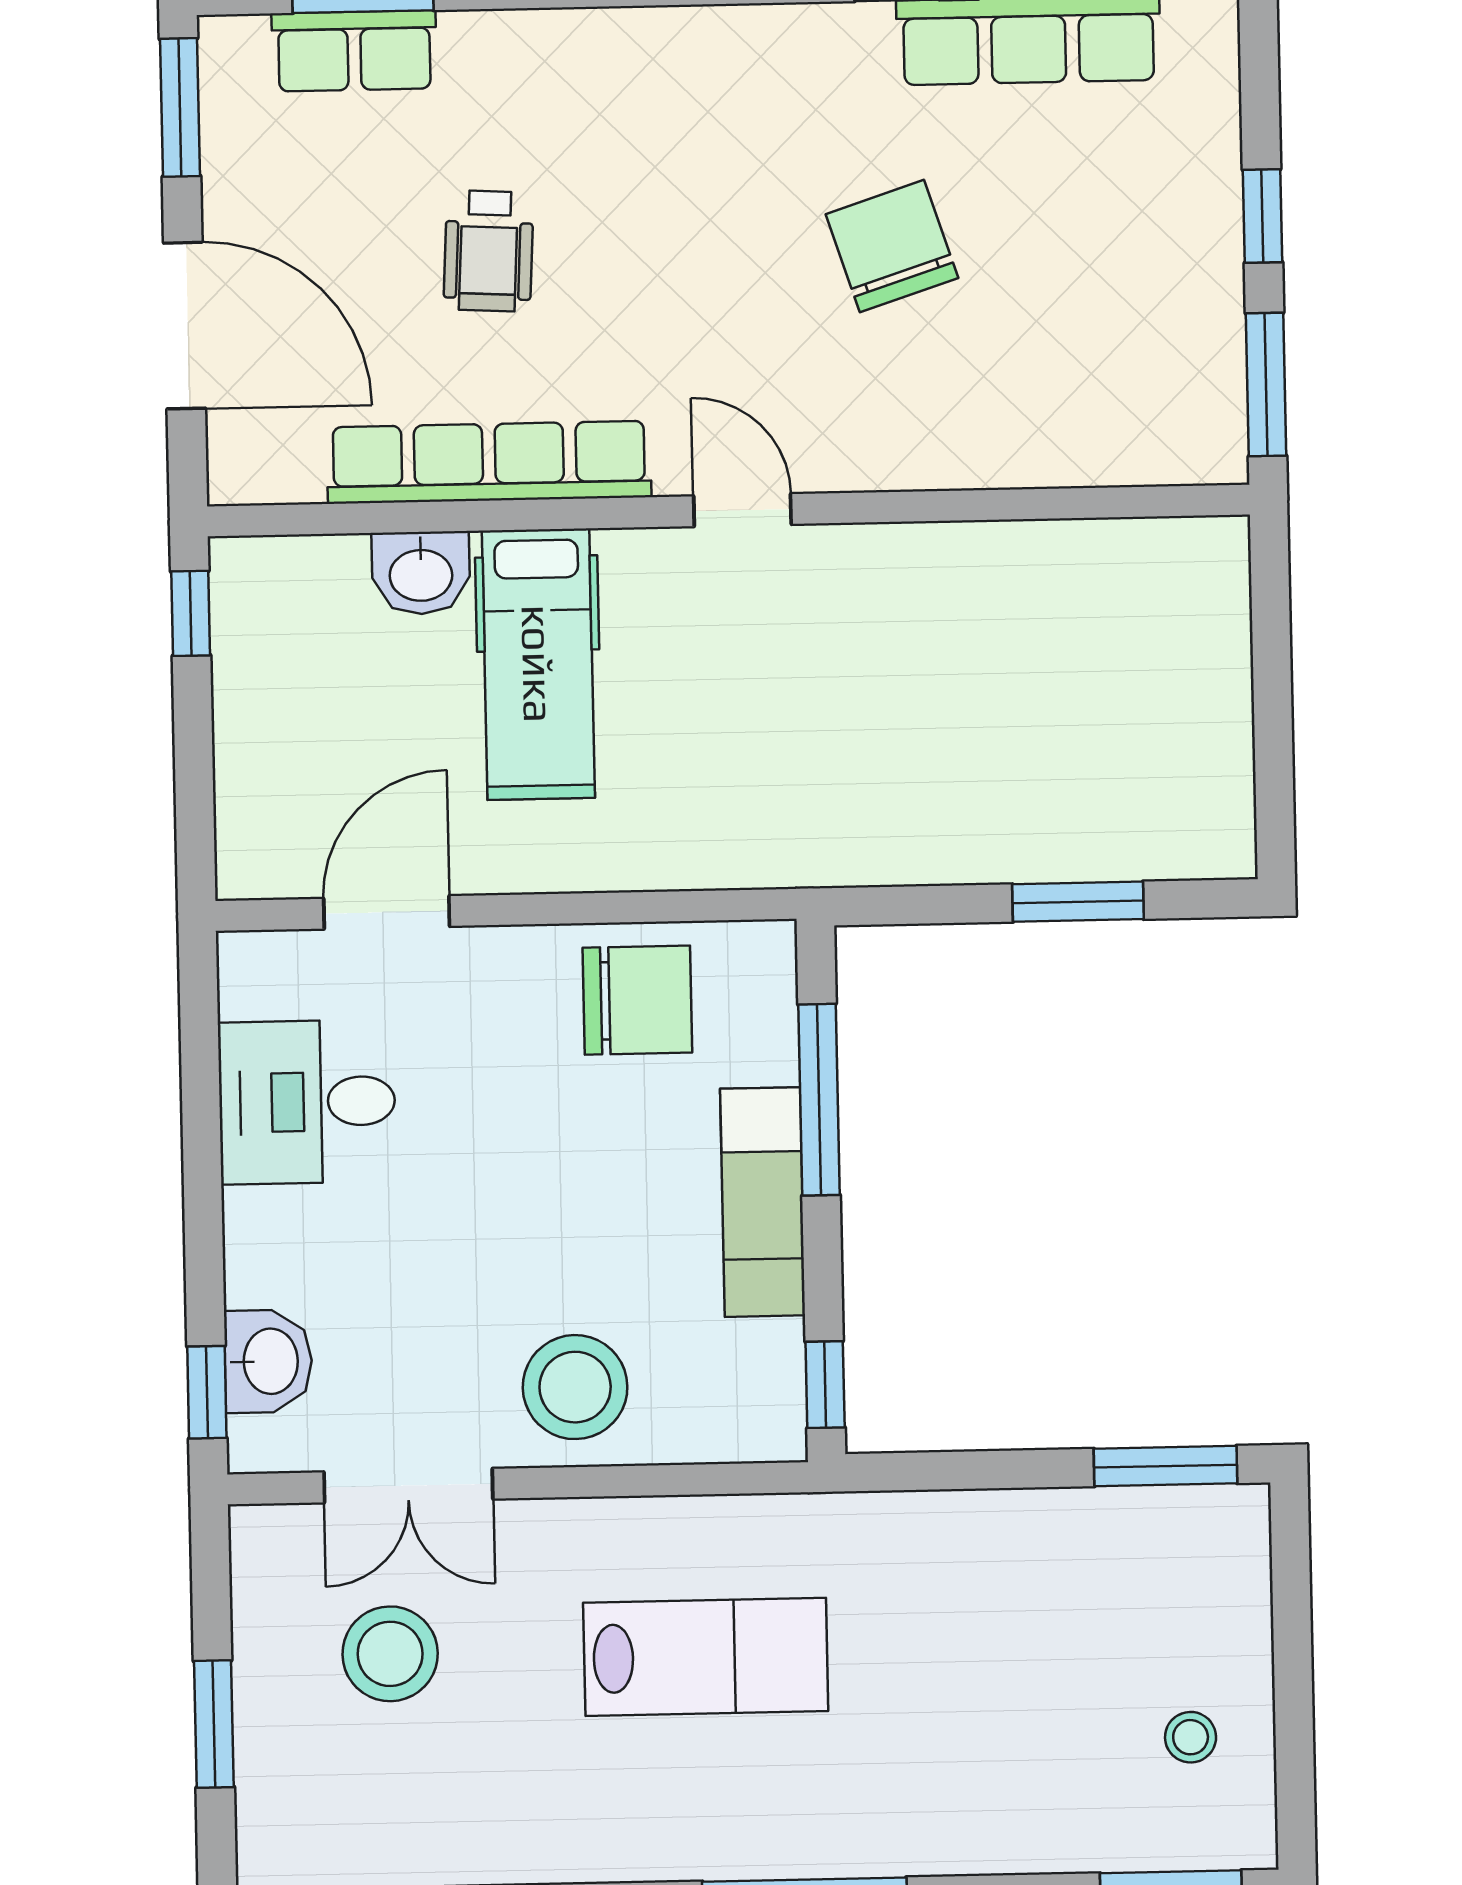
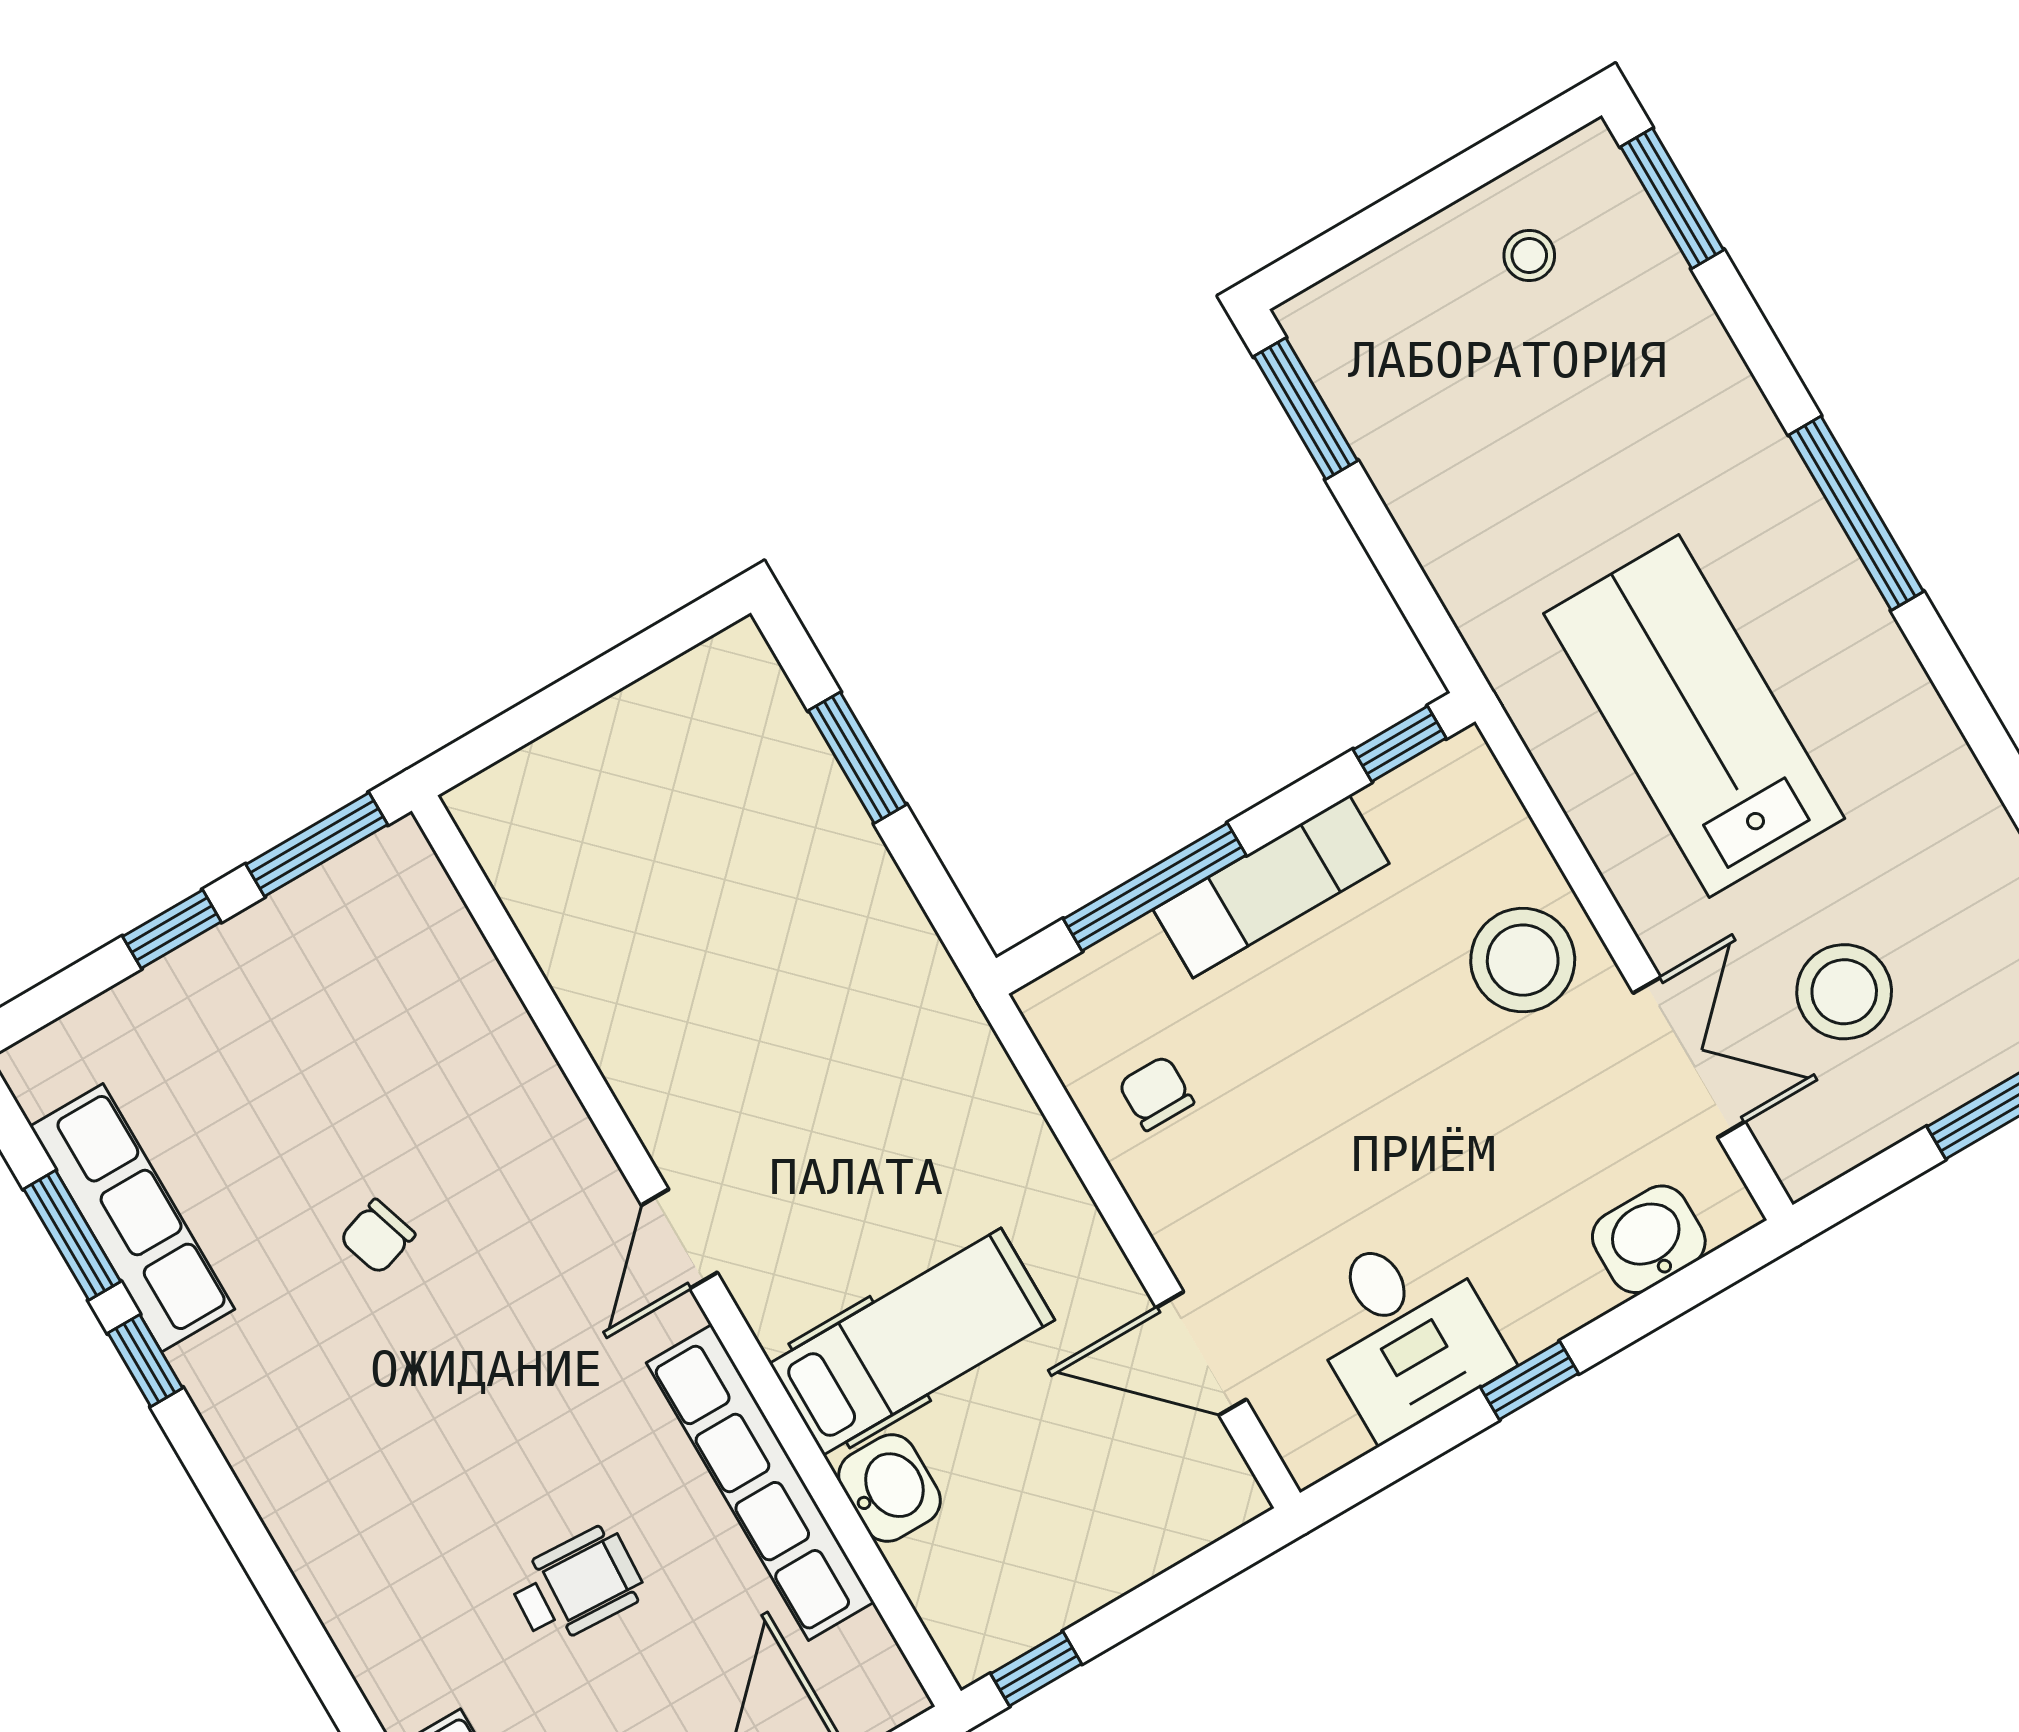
chair: (892, 246) -> (377, 1237), width x0.54, depth x0.54
chair: (637, 1000) -> (1156, 1093), width x0.54, depth x0.54
window: (207, 1392) -> (1529, 1380), moved
lab bench: (706, 1657) -> (1694, 716), width x1.36, depth x1.39

